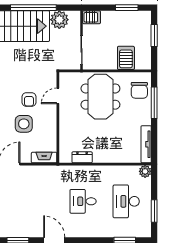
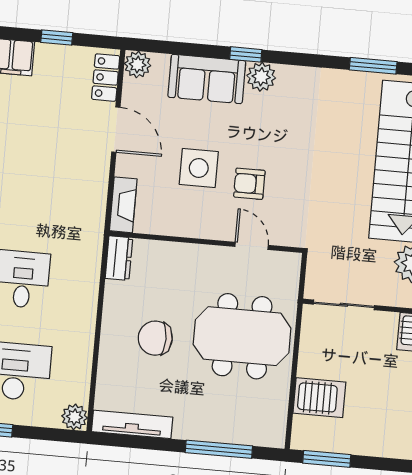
window: (154, 35) -> (327, 459), moved
chair: (139, 90) -> (155, 338), moved
dresser: (82, 157) -> (119, 258), moved

